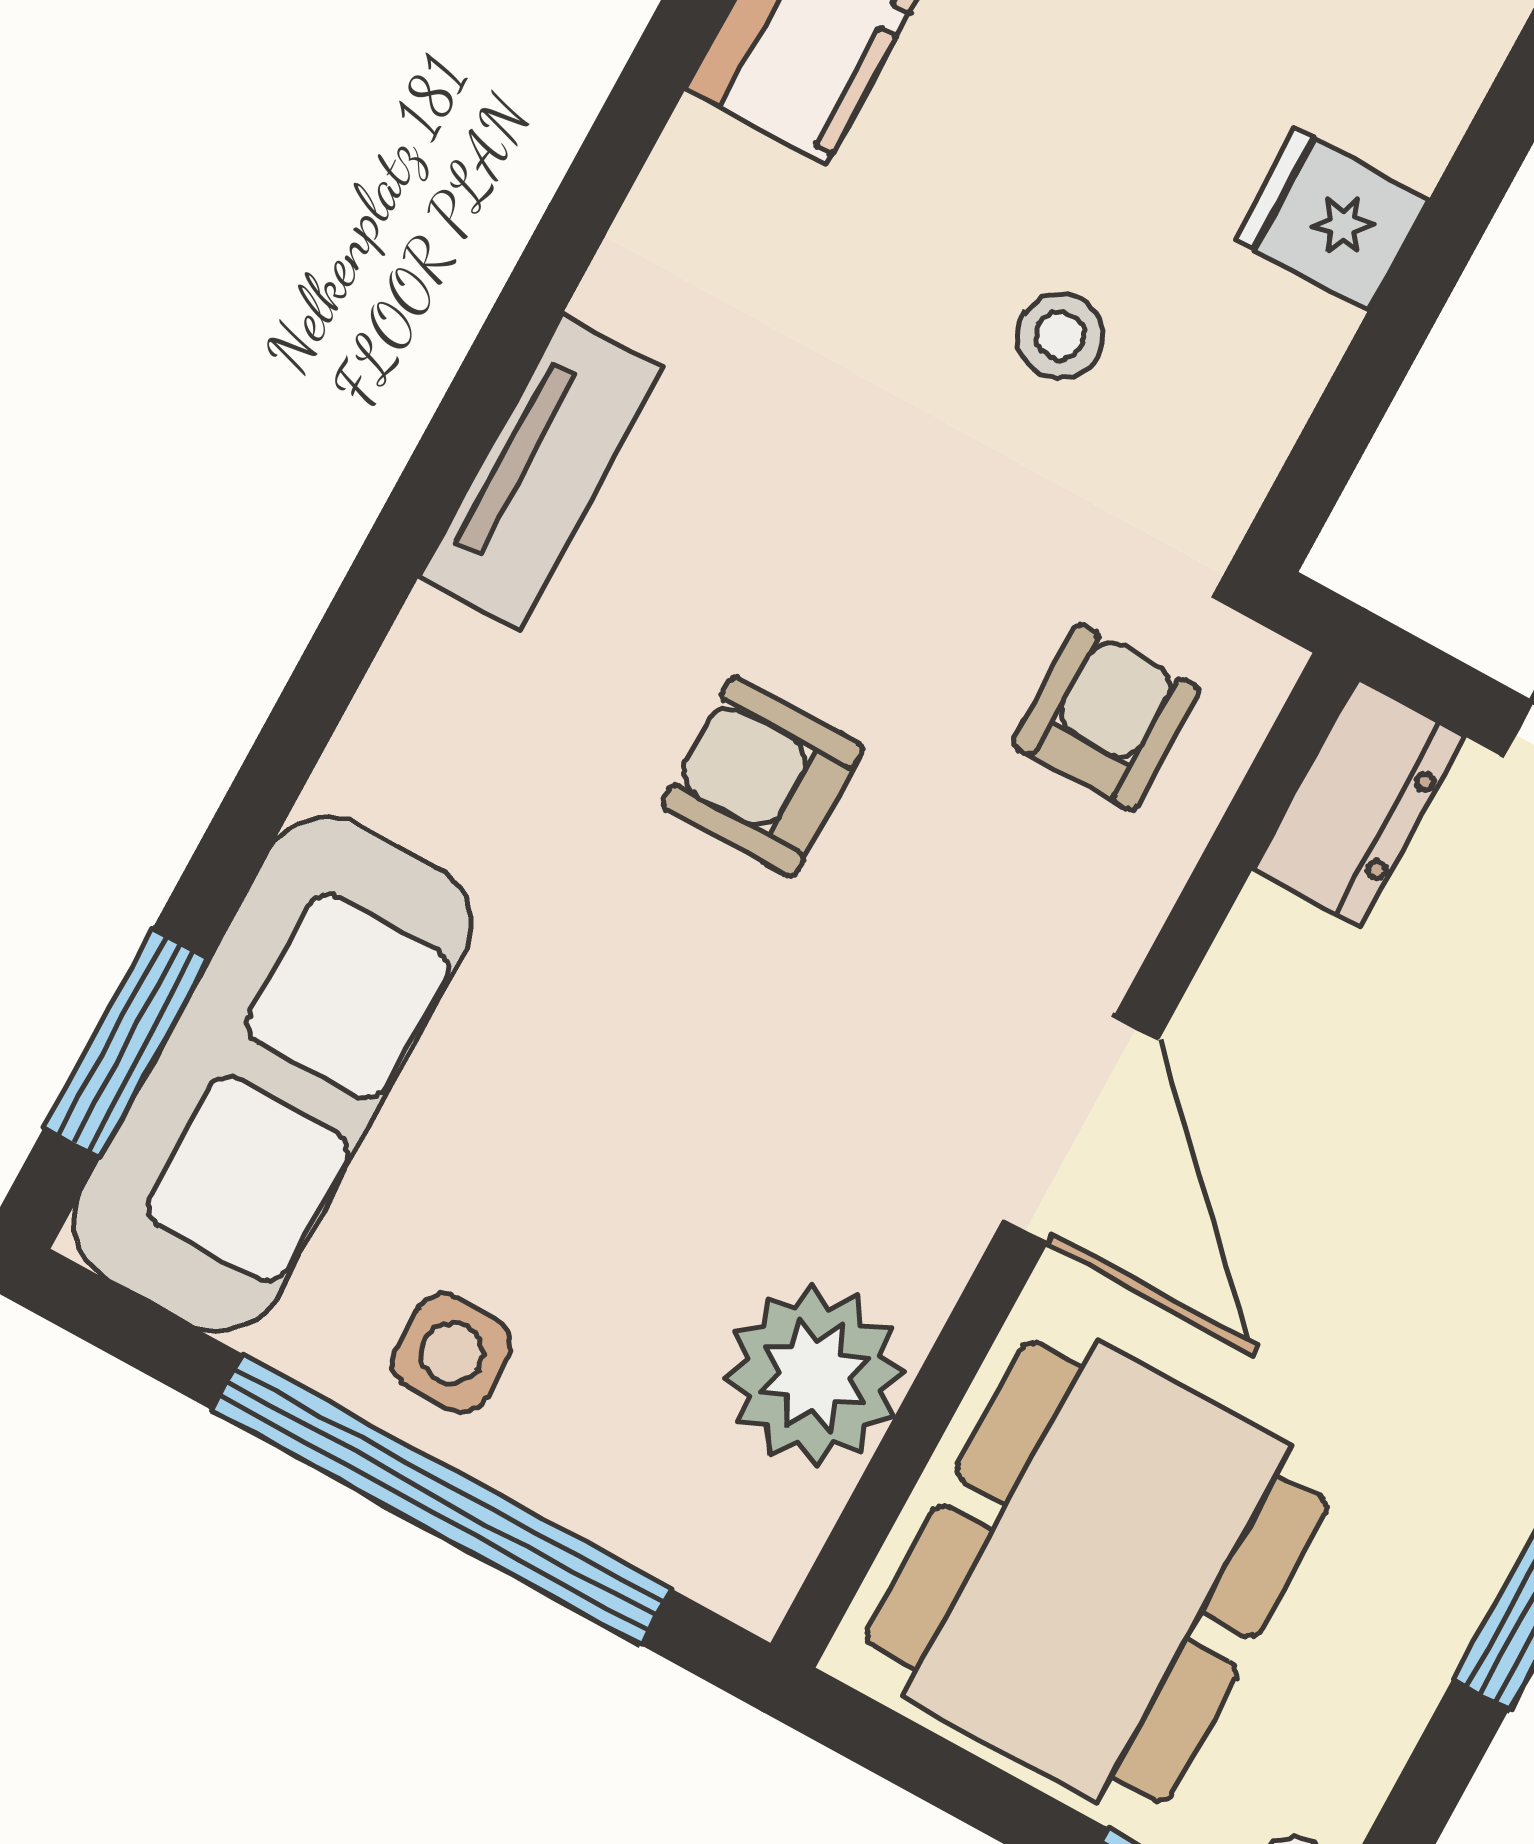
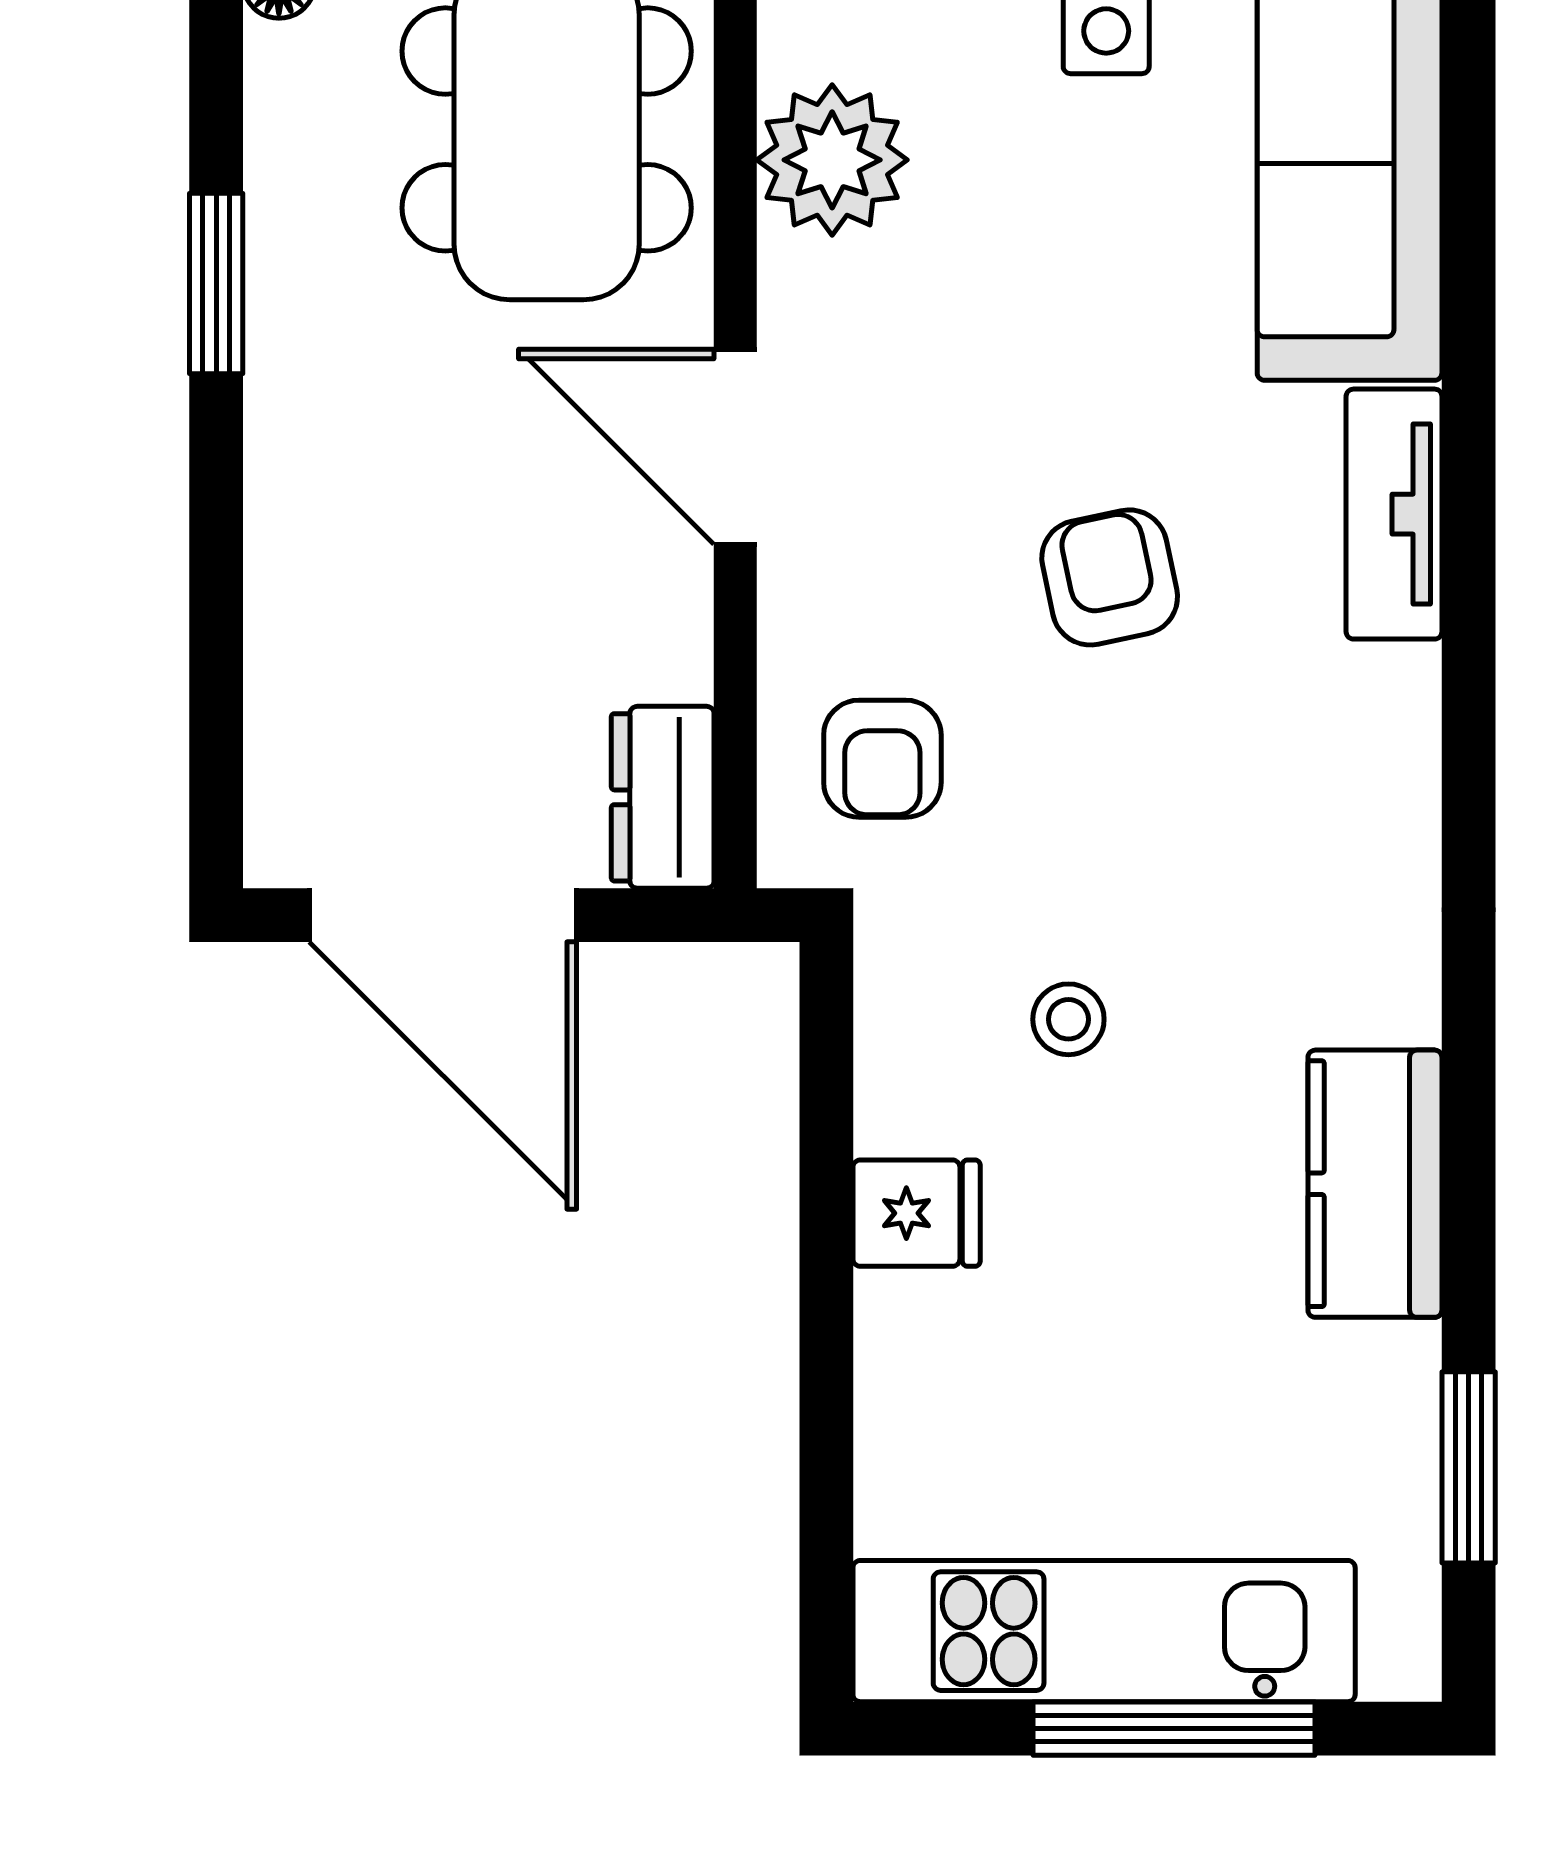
tv unit: (541, 472) -> (1394, 514), moved
armchair: (763, 777) -> (1110, 577), turned -102
window: (127, 1043) -> (1469, 128), removed

